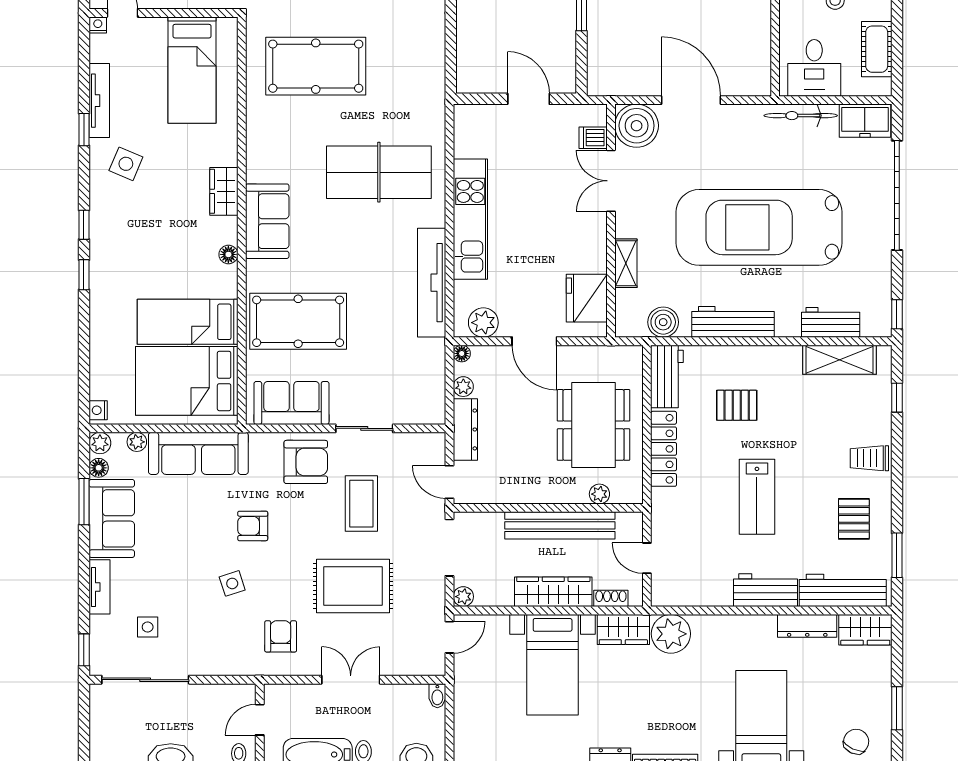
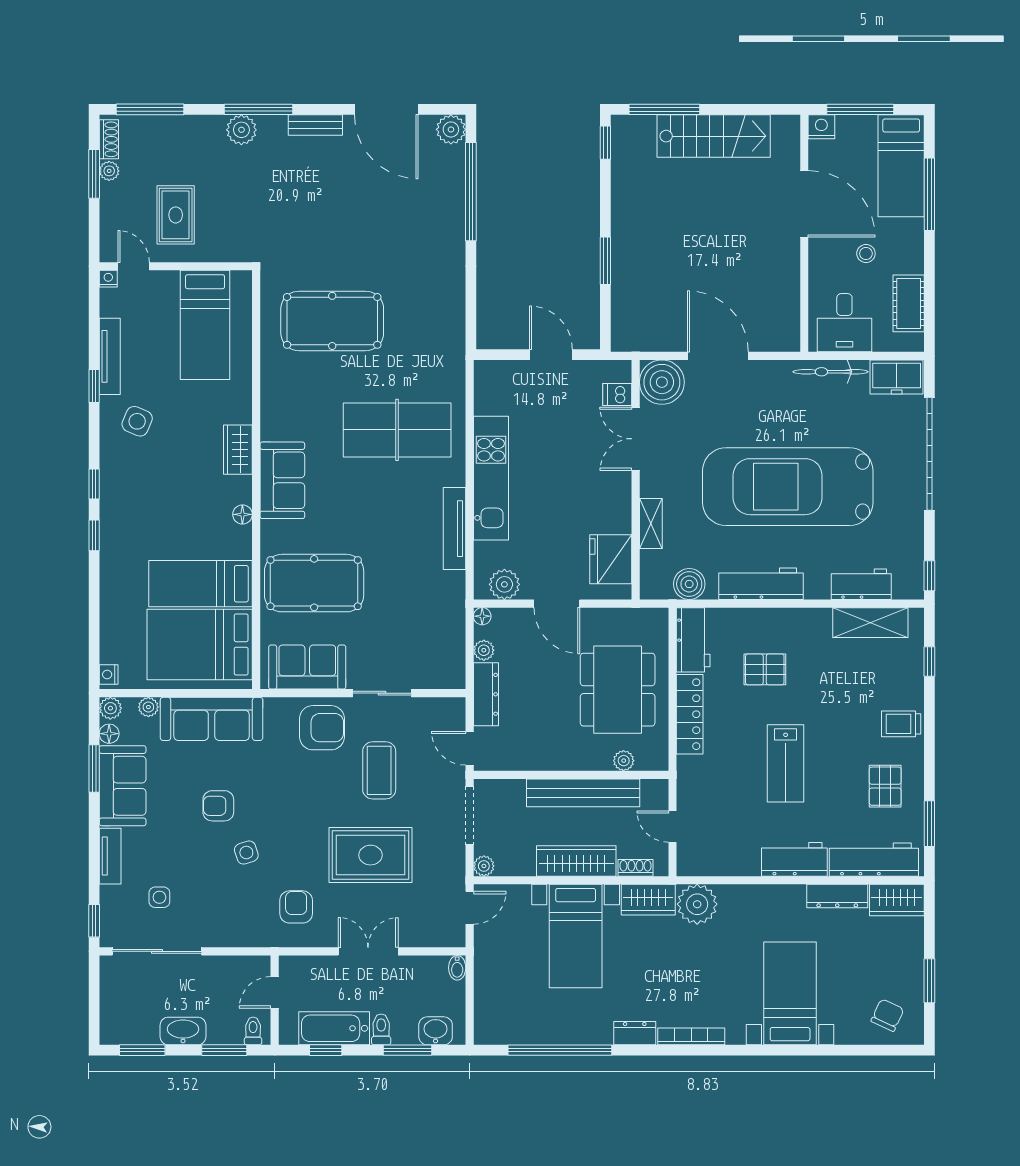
tv unit: (432, 283) -> (454, 529), width x0.73, depth x0.78
armchair: (253, 526) -> (218, 806), moved

